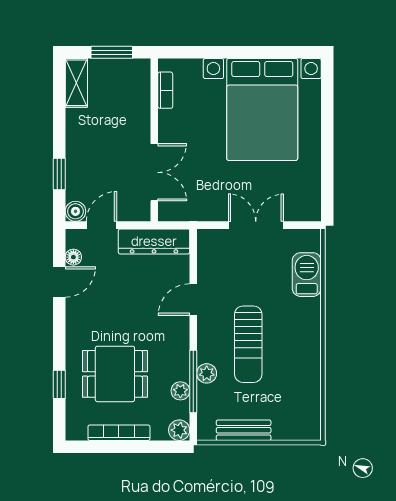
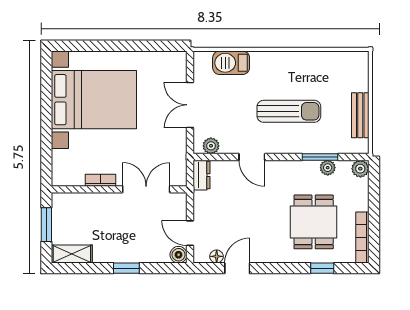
bookcase: (165, 90) -> (100, 180), moved
window: (59, 174) -> (126, 268), moved
dresser: (154, 241) -> (201, 175), width x0.51, depth x0.80
door: (59, 282) -> (237, 268), hinge flipped
plant: (207, 373) -> (211, 146), moved
window: (193, 382) -> (320, 157), width x0.69
bookcase: (119, 433) -> (362, 238), moved

